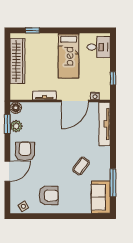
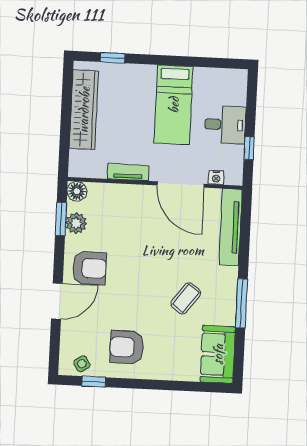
desk: (99, 47) -> (225, 125), moved
door: (75, 101) -> (180, 185), hinge flipped
armchair: (25, 151) -> (89, 268), turned 90
window: (113, 183) -> (242, 303), moved
armchair: (49, 196) -> (127, 347), turned 180
window: (31, 216) -> (94, 382), added

